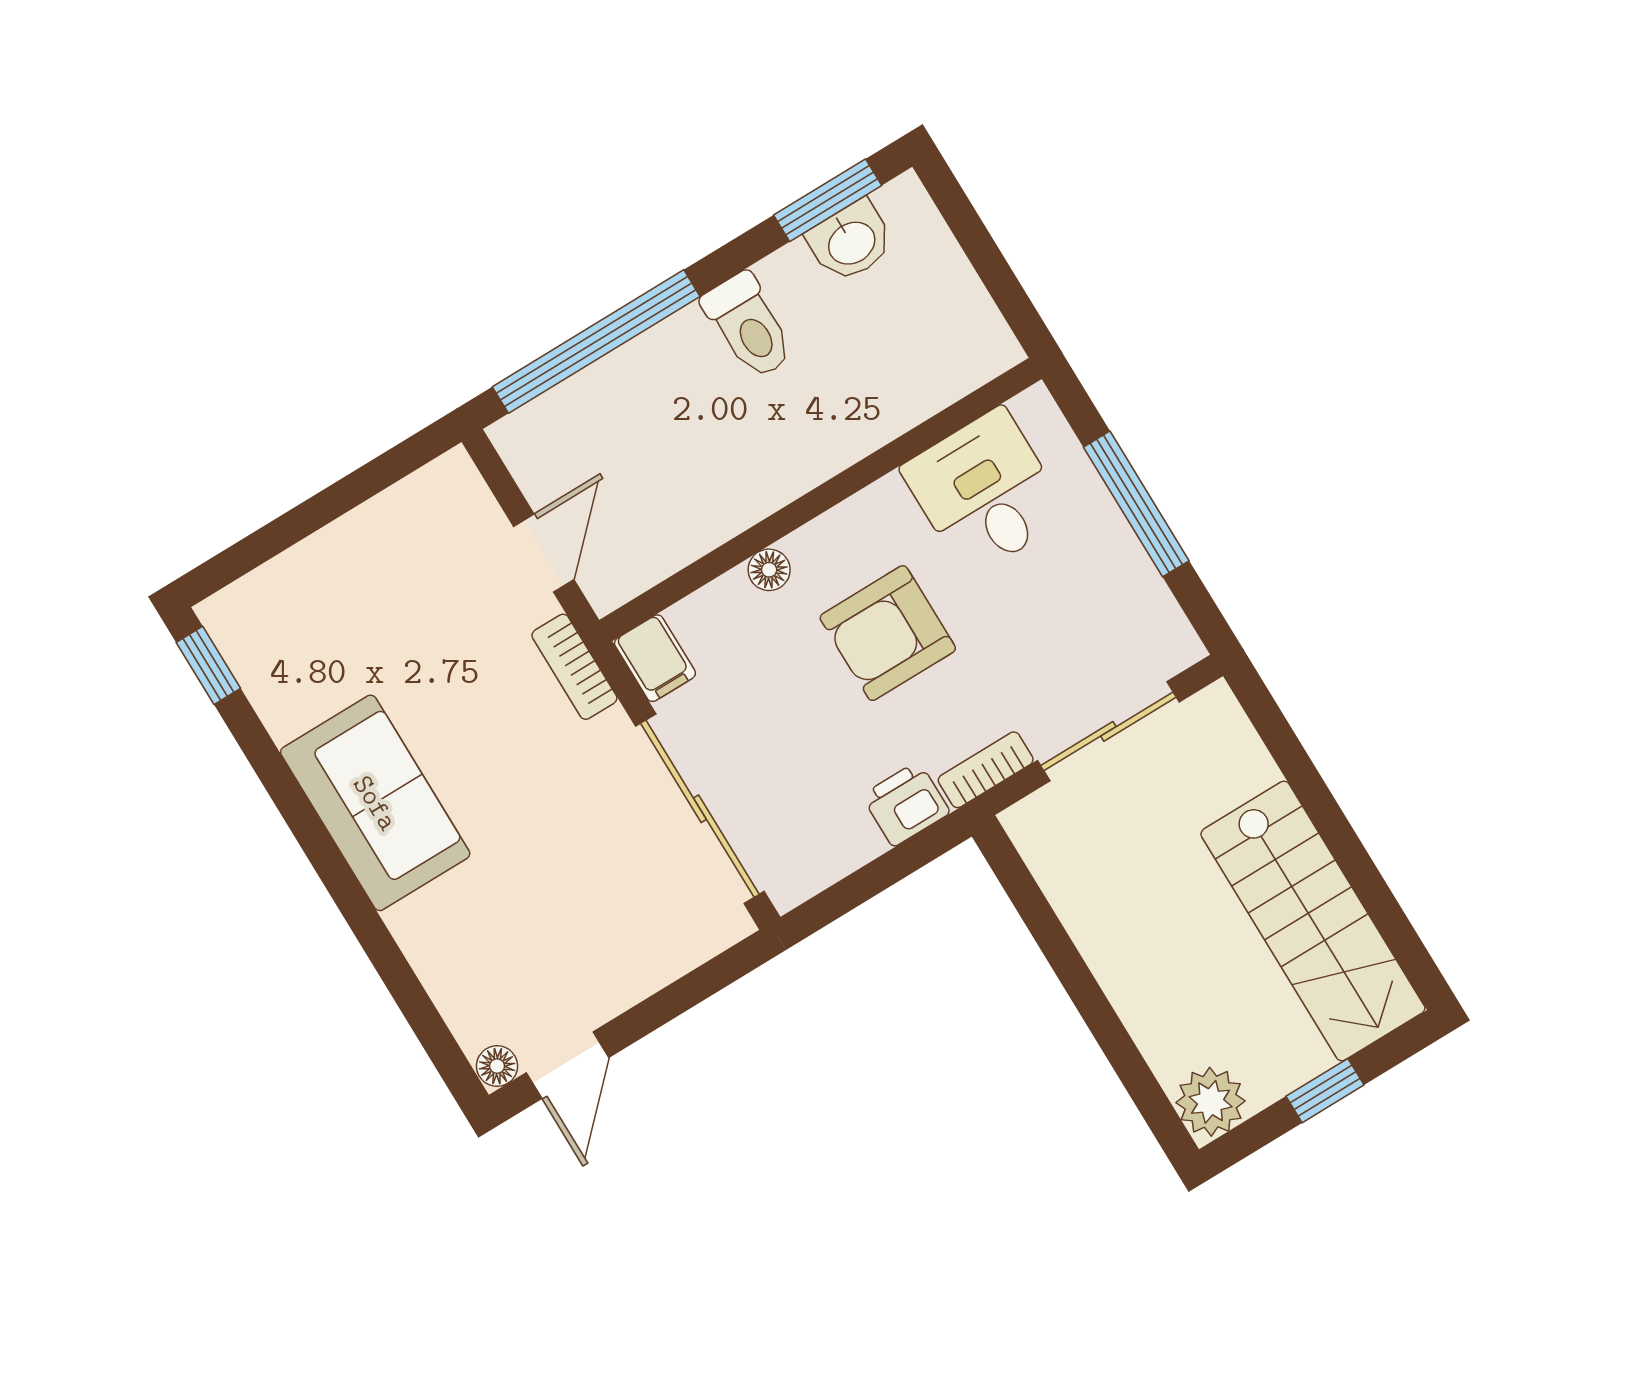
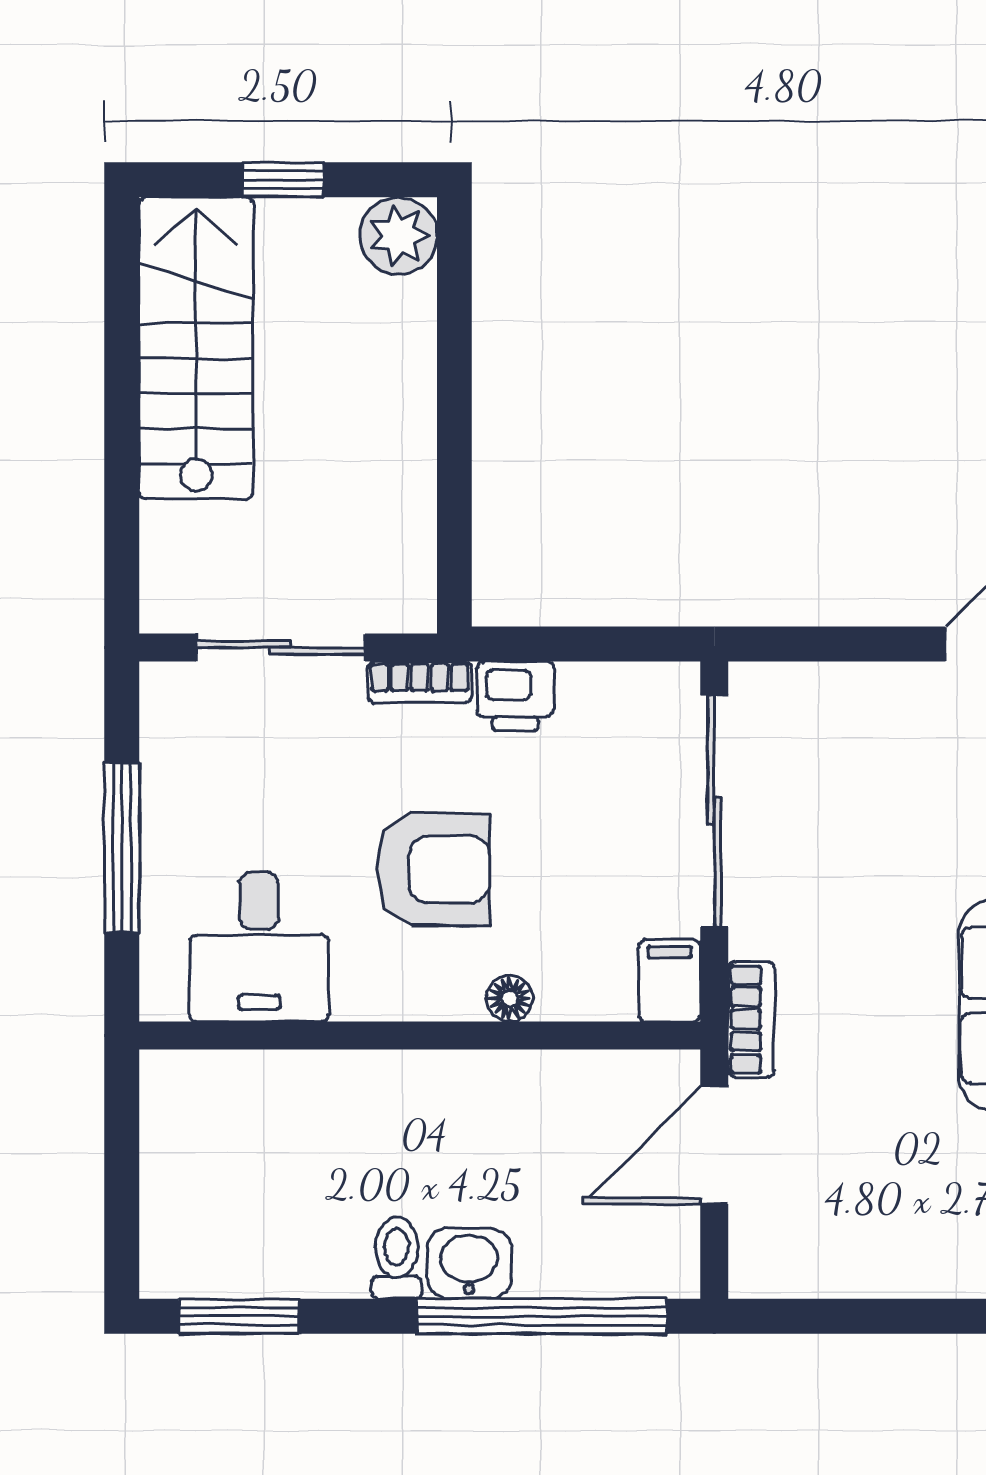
washbasin: (851, 242) -> (469, 1263), moved
toilet: (749, 326) -> (397, 1258), width x0.73, depth x0.72
door: (544, 553) -> (714, 1145), width x1.38

